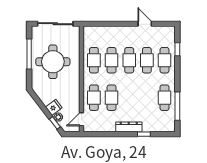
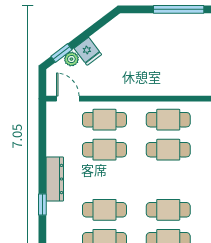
cafe table: (129, 60) -> (104, 210), moved
round table: (53, 62) -> (166, 50), removed

